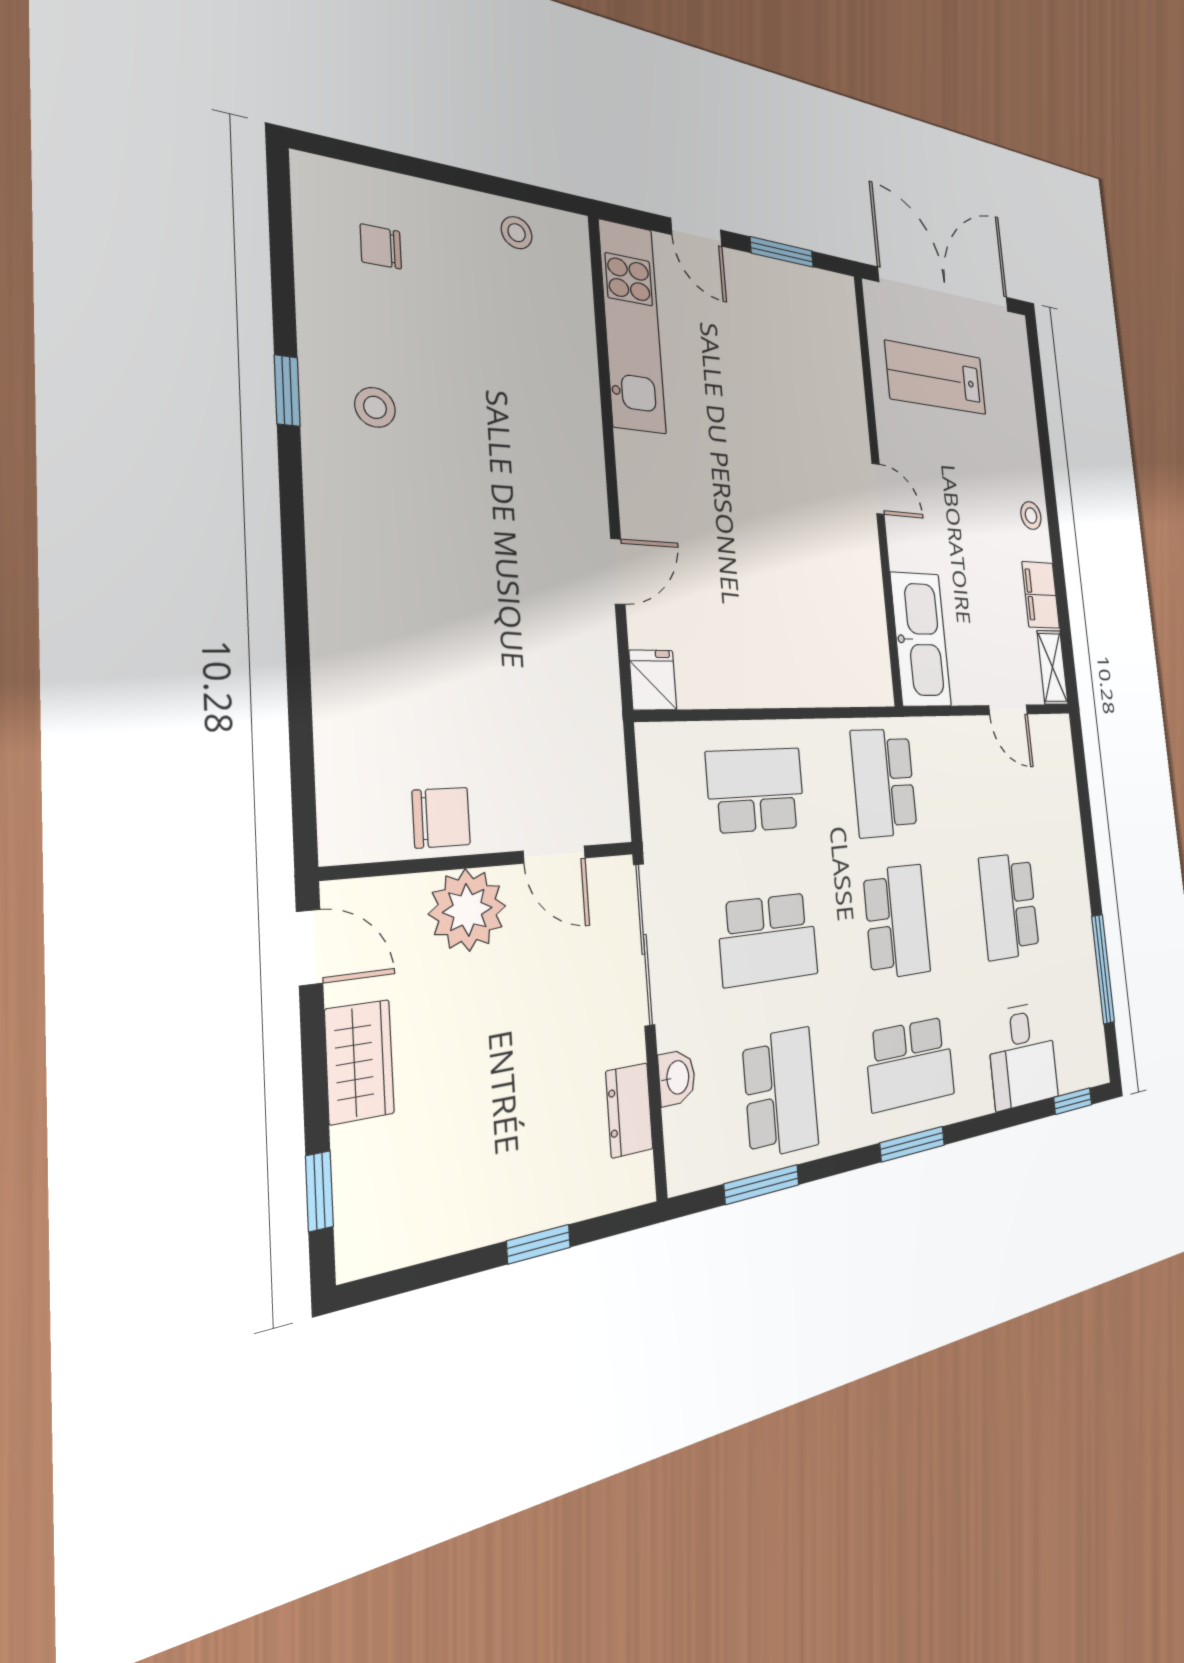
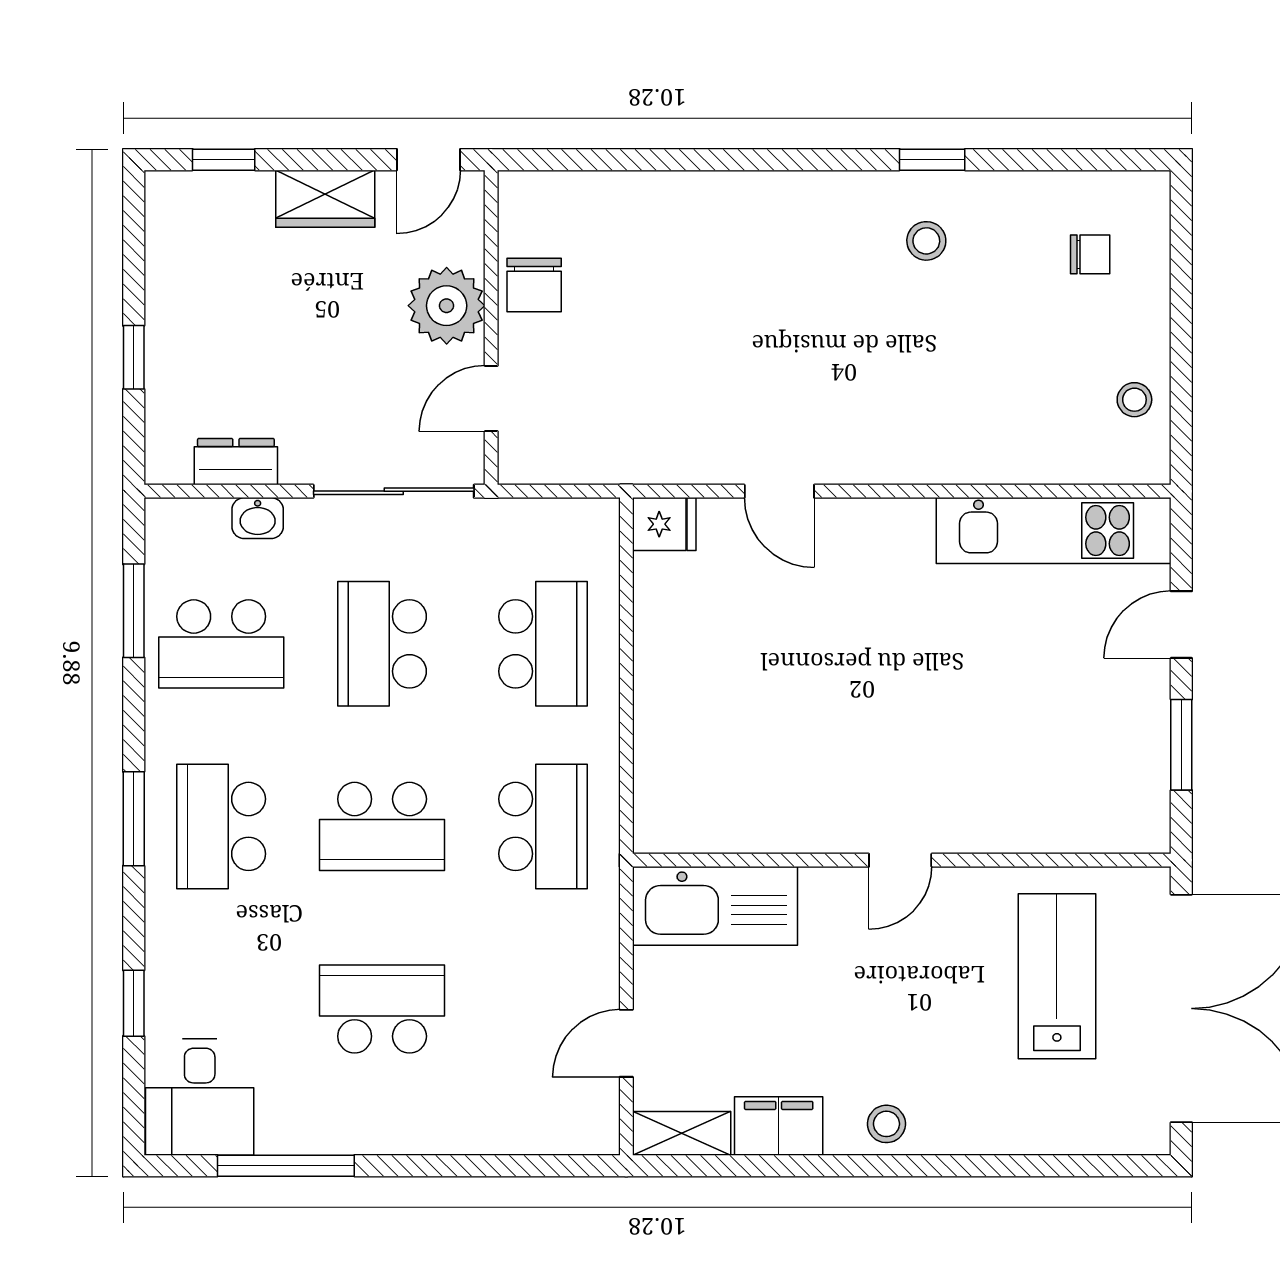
chair: (381, 247) -> (1090, 254), turned 90
school desk: (884, 783) -> (543, 826), turned 90
desk: (1023, 1055) -> (200, 1097), moved, turned -90
window: (1073, 1101) -> (134, 1003), moved

